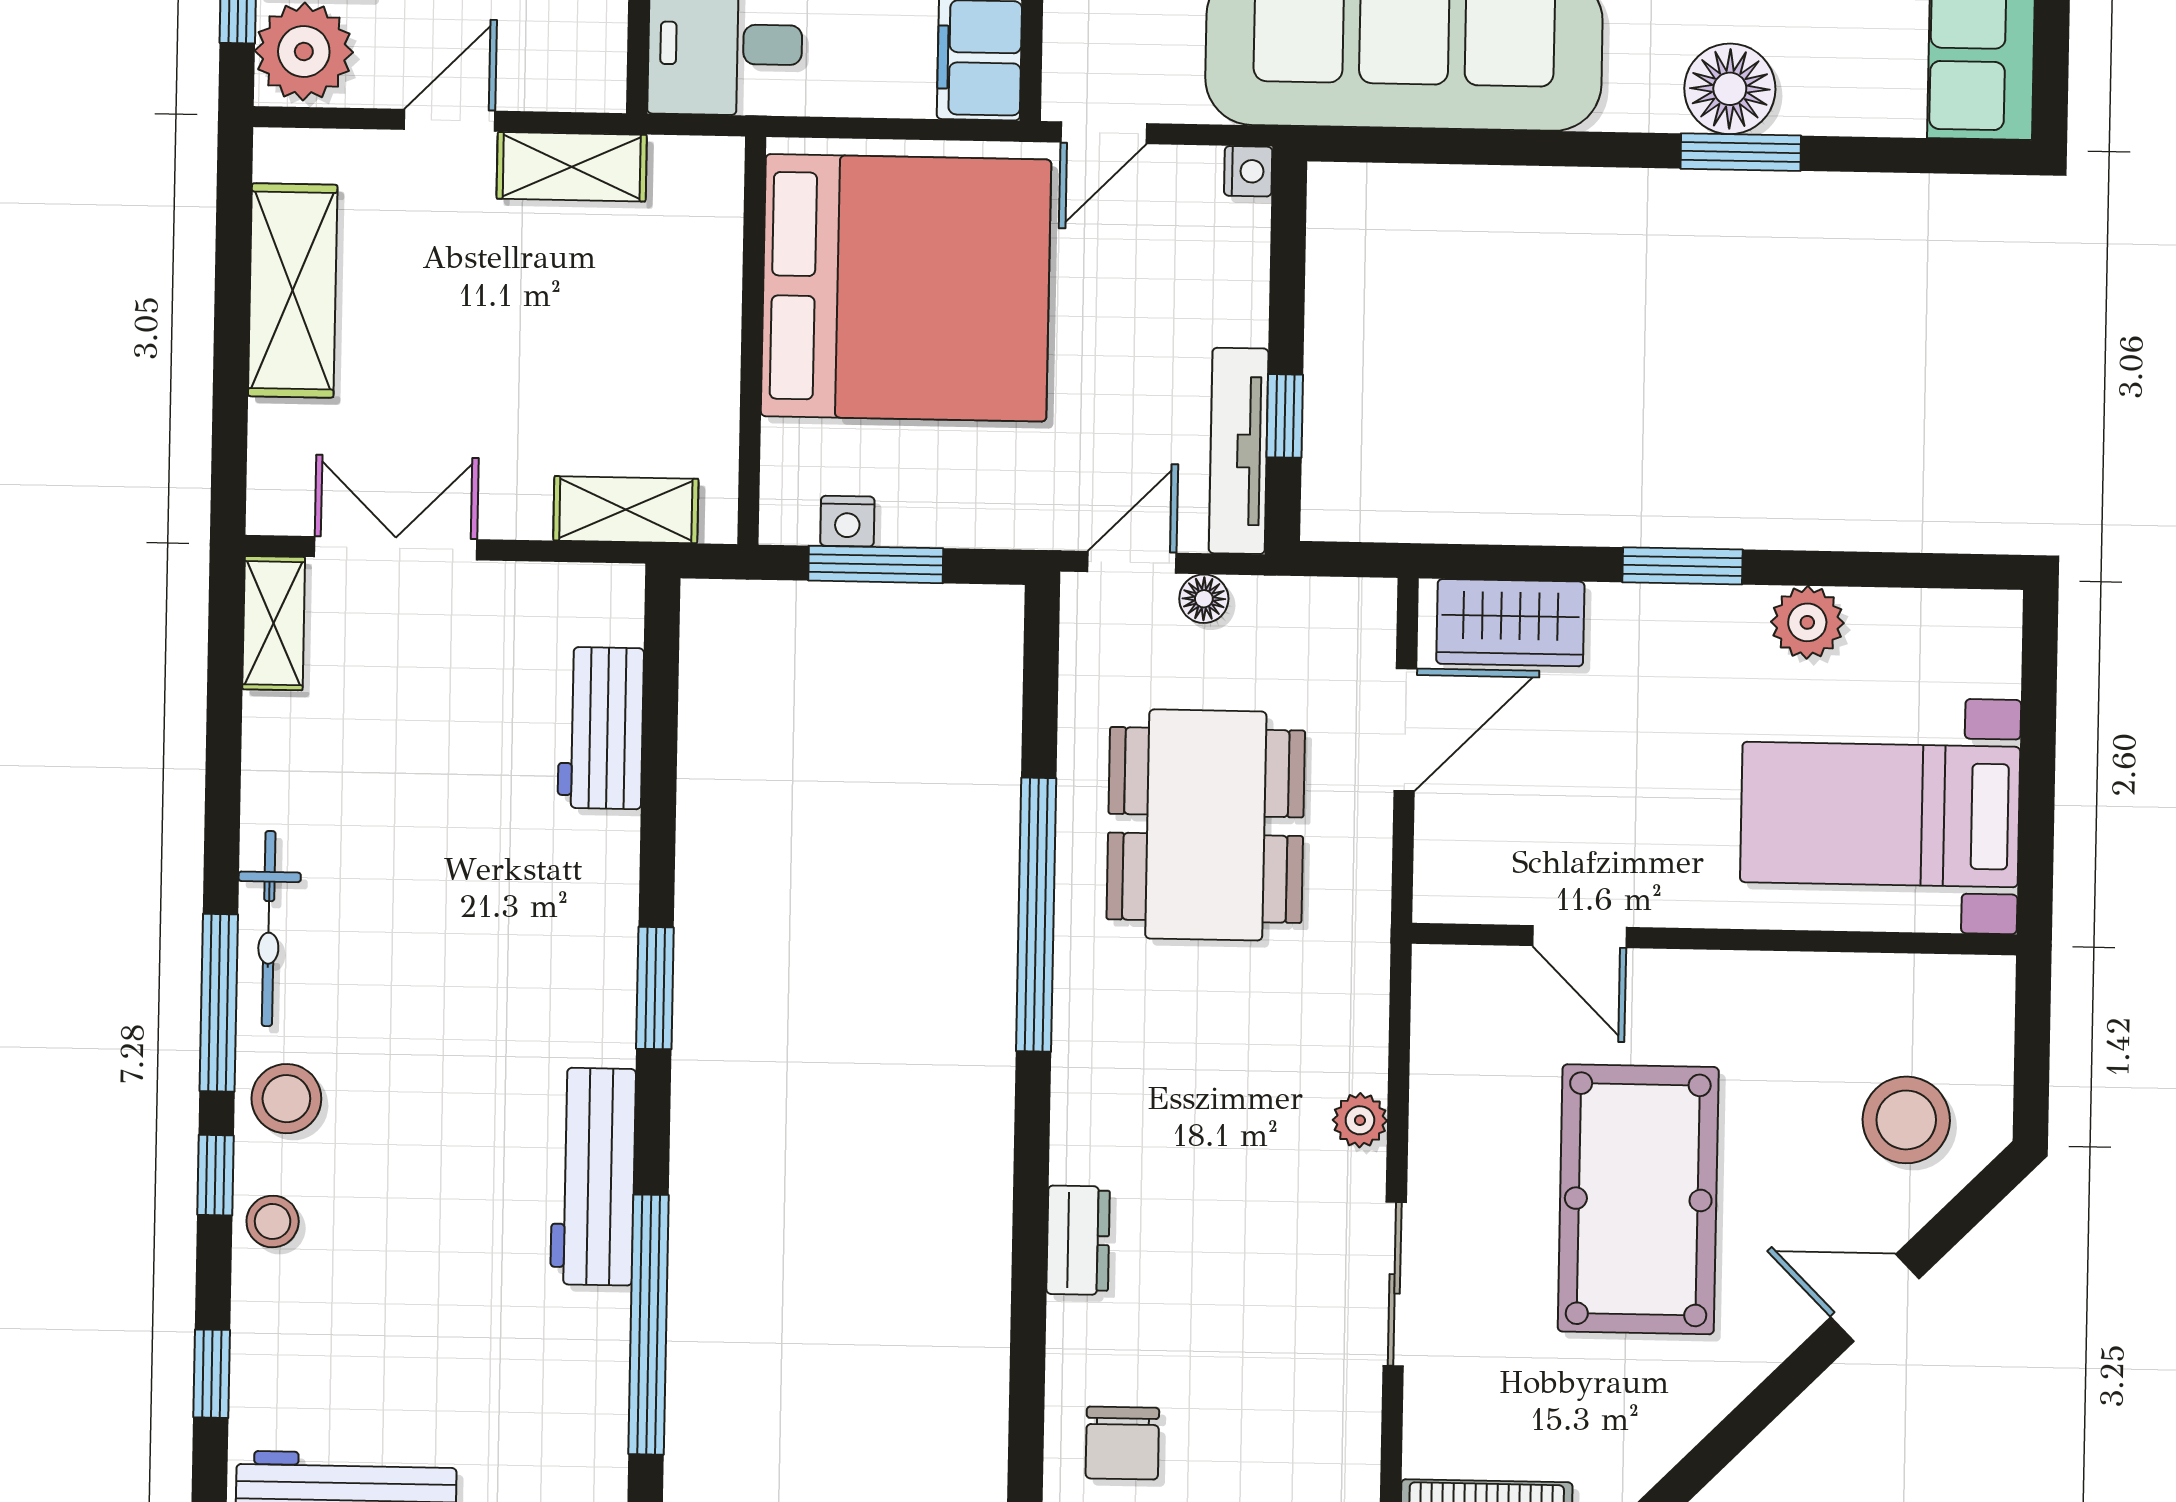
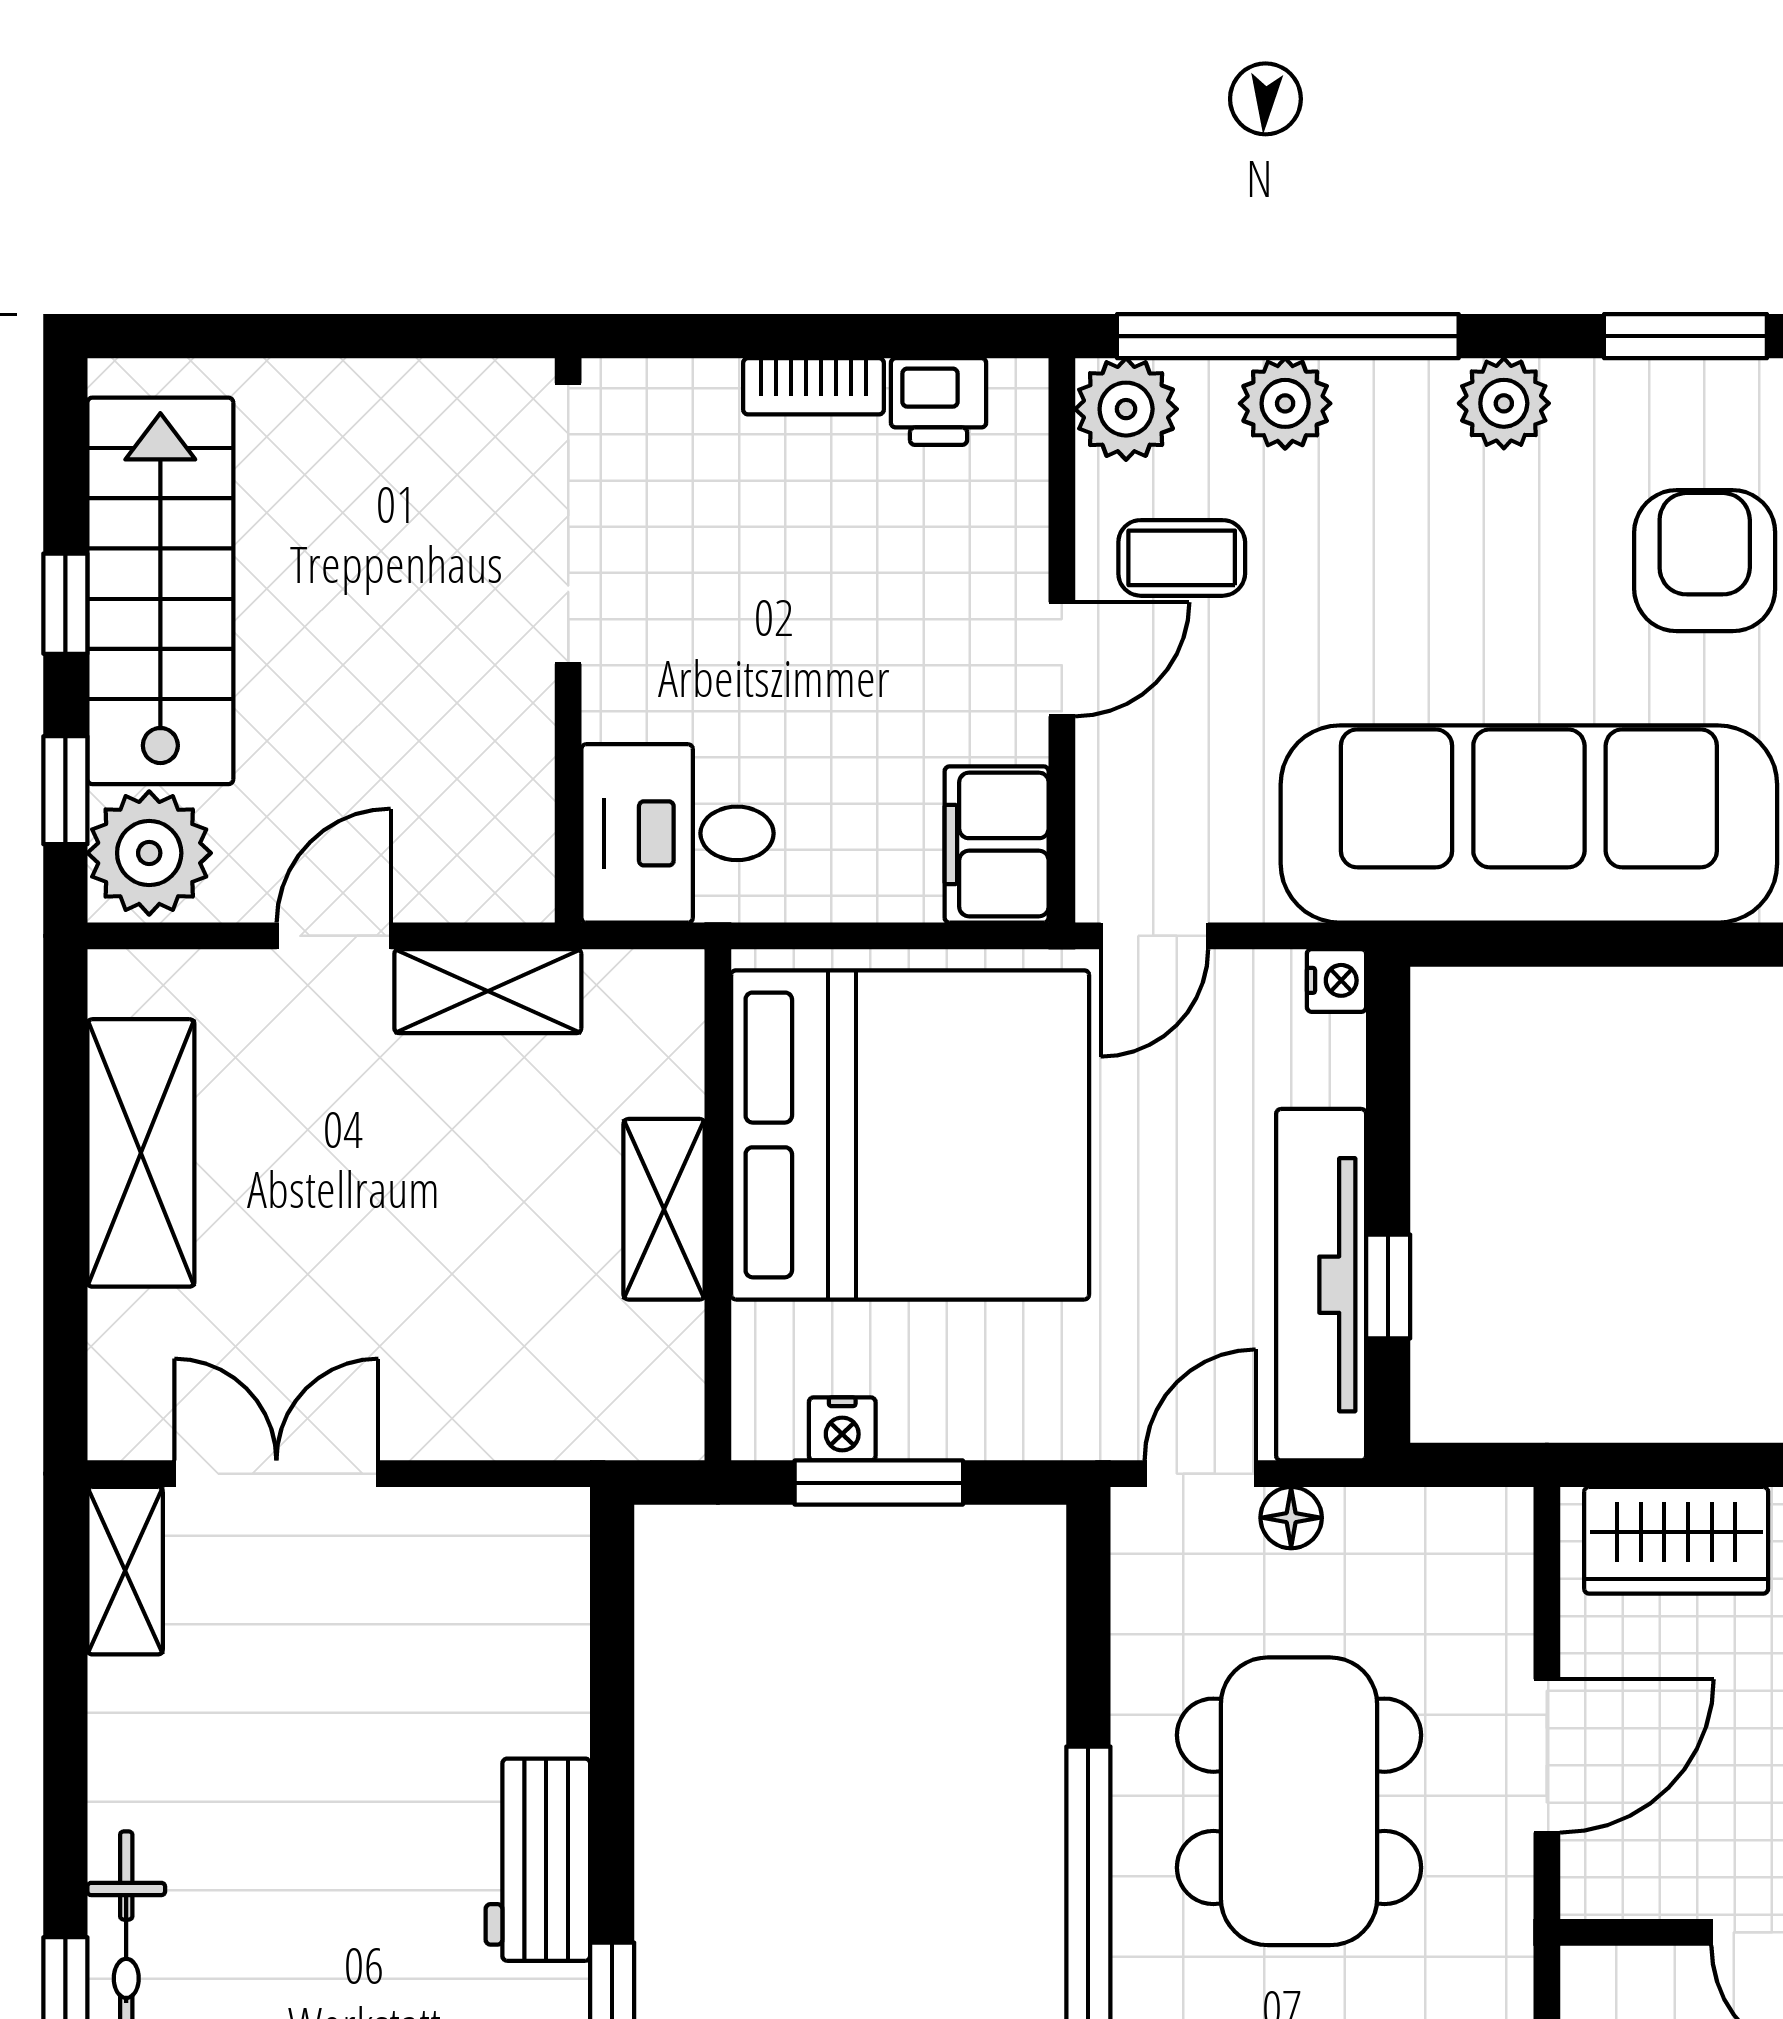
tv unit: (1239, 451) -> (1321, 1285), width x1.36, depth x1.29
shelving: (626, 510) -> (664, 1209), moved, turned 90
workbench: (601, 728) -> (538, 1860), moved
door: (1405, 730) -> (1547, 1756), moved

